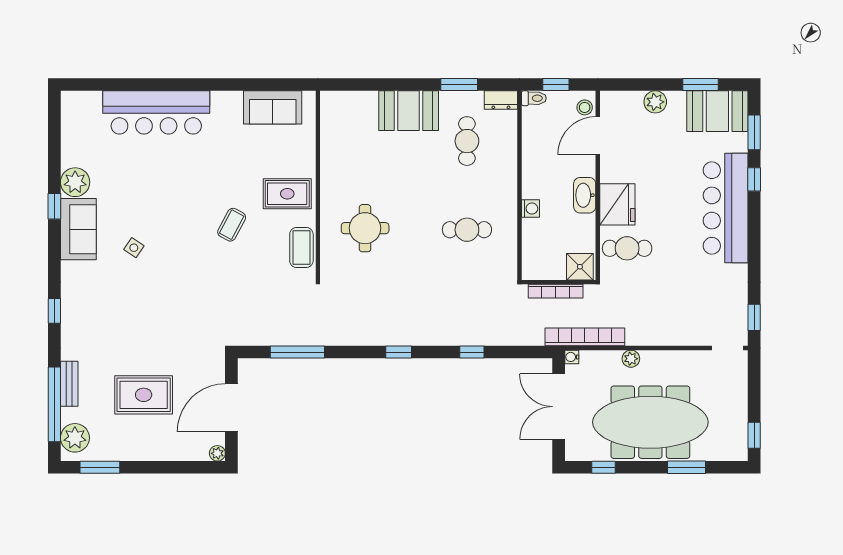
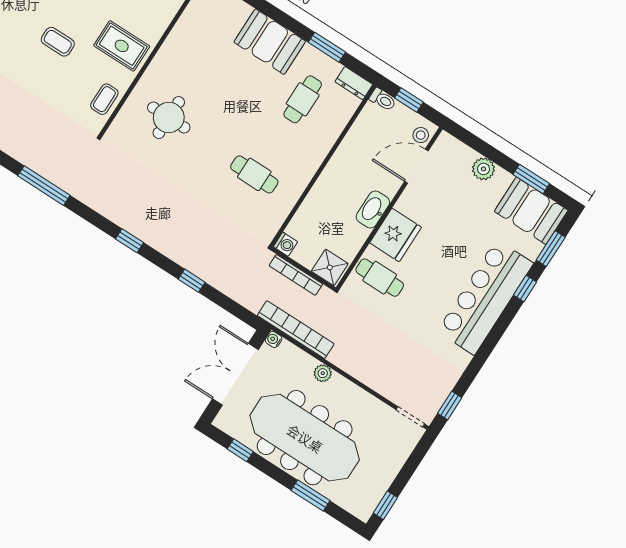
washing machine: (530, 209) -> (285, 244), moved
coffee table: (232, 225) -> (58, 42), turned 62
coffee table: (301, 248) -> (104, 99), width x0.73, depth x0.77

